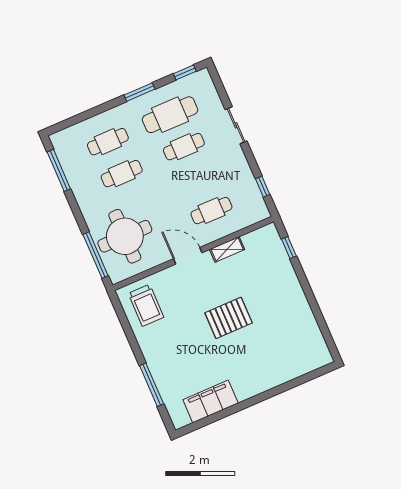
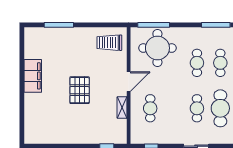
filing cabinet: (211, 401) -> (33, 76), moved

